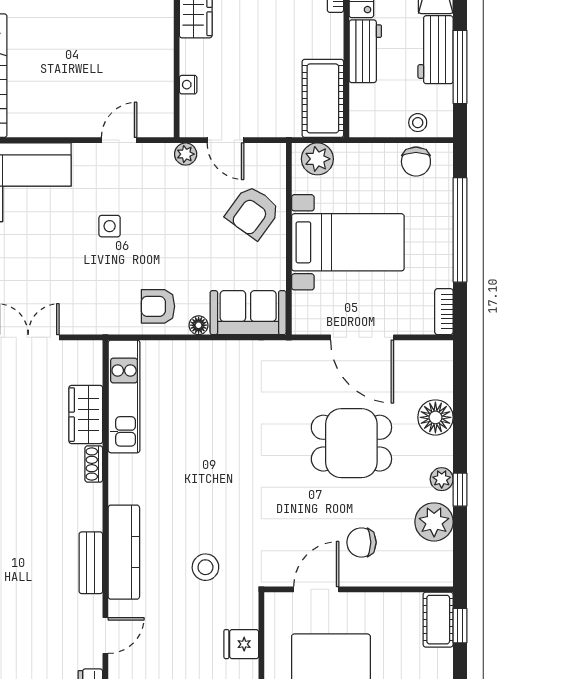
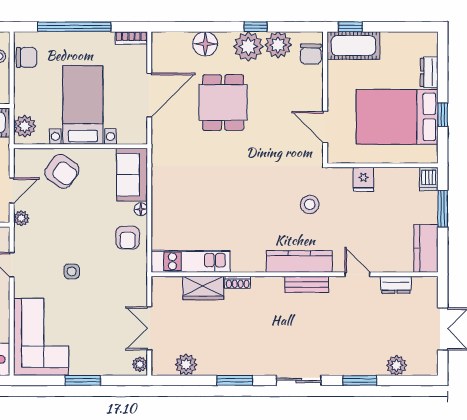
plant: (442, 479) -> (248, 47), width x1.87, depth x1.87
chair: (361, 542) -> (311, 54), moved
cot: (438, 620) -> (353, 46), width x1.37, depth x1.34

